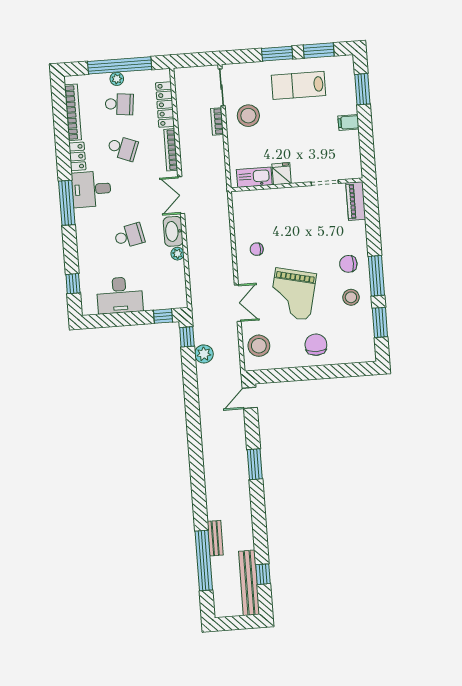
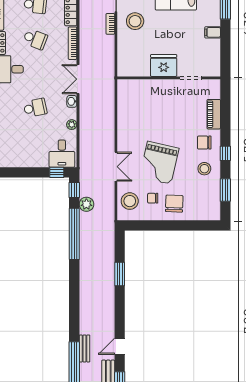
fridge: (282, 174) -> (164, 66), width x1.88, depth x1.34
kitchen sink: (254, 177) -> (136, 69), removed
piano: (356, 201) -> (214, 114), moved
washbasin: (173, 231) -> (72, 101), width x0.52, depth x0.69
chair: (257, 249) -> (153, 198), moved
window: (376, 276) -> (225, 153), width x0.46
desk: (120, 295) -> (62, 154), moved, width x0.73
window: (191, 393) -> (74, 234), added
door: (250, 398) -> (120, 346), moved
window: (255, 464) -> (120, 274), moved

